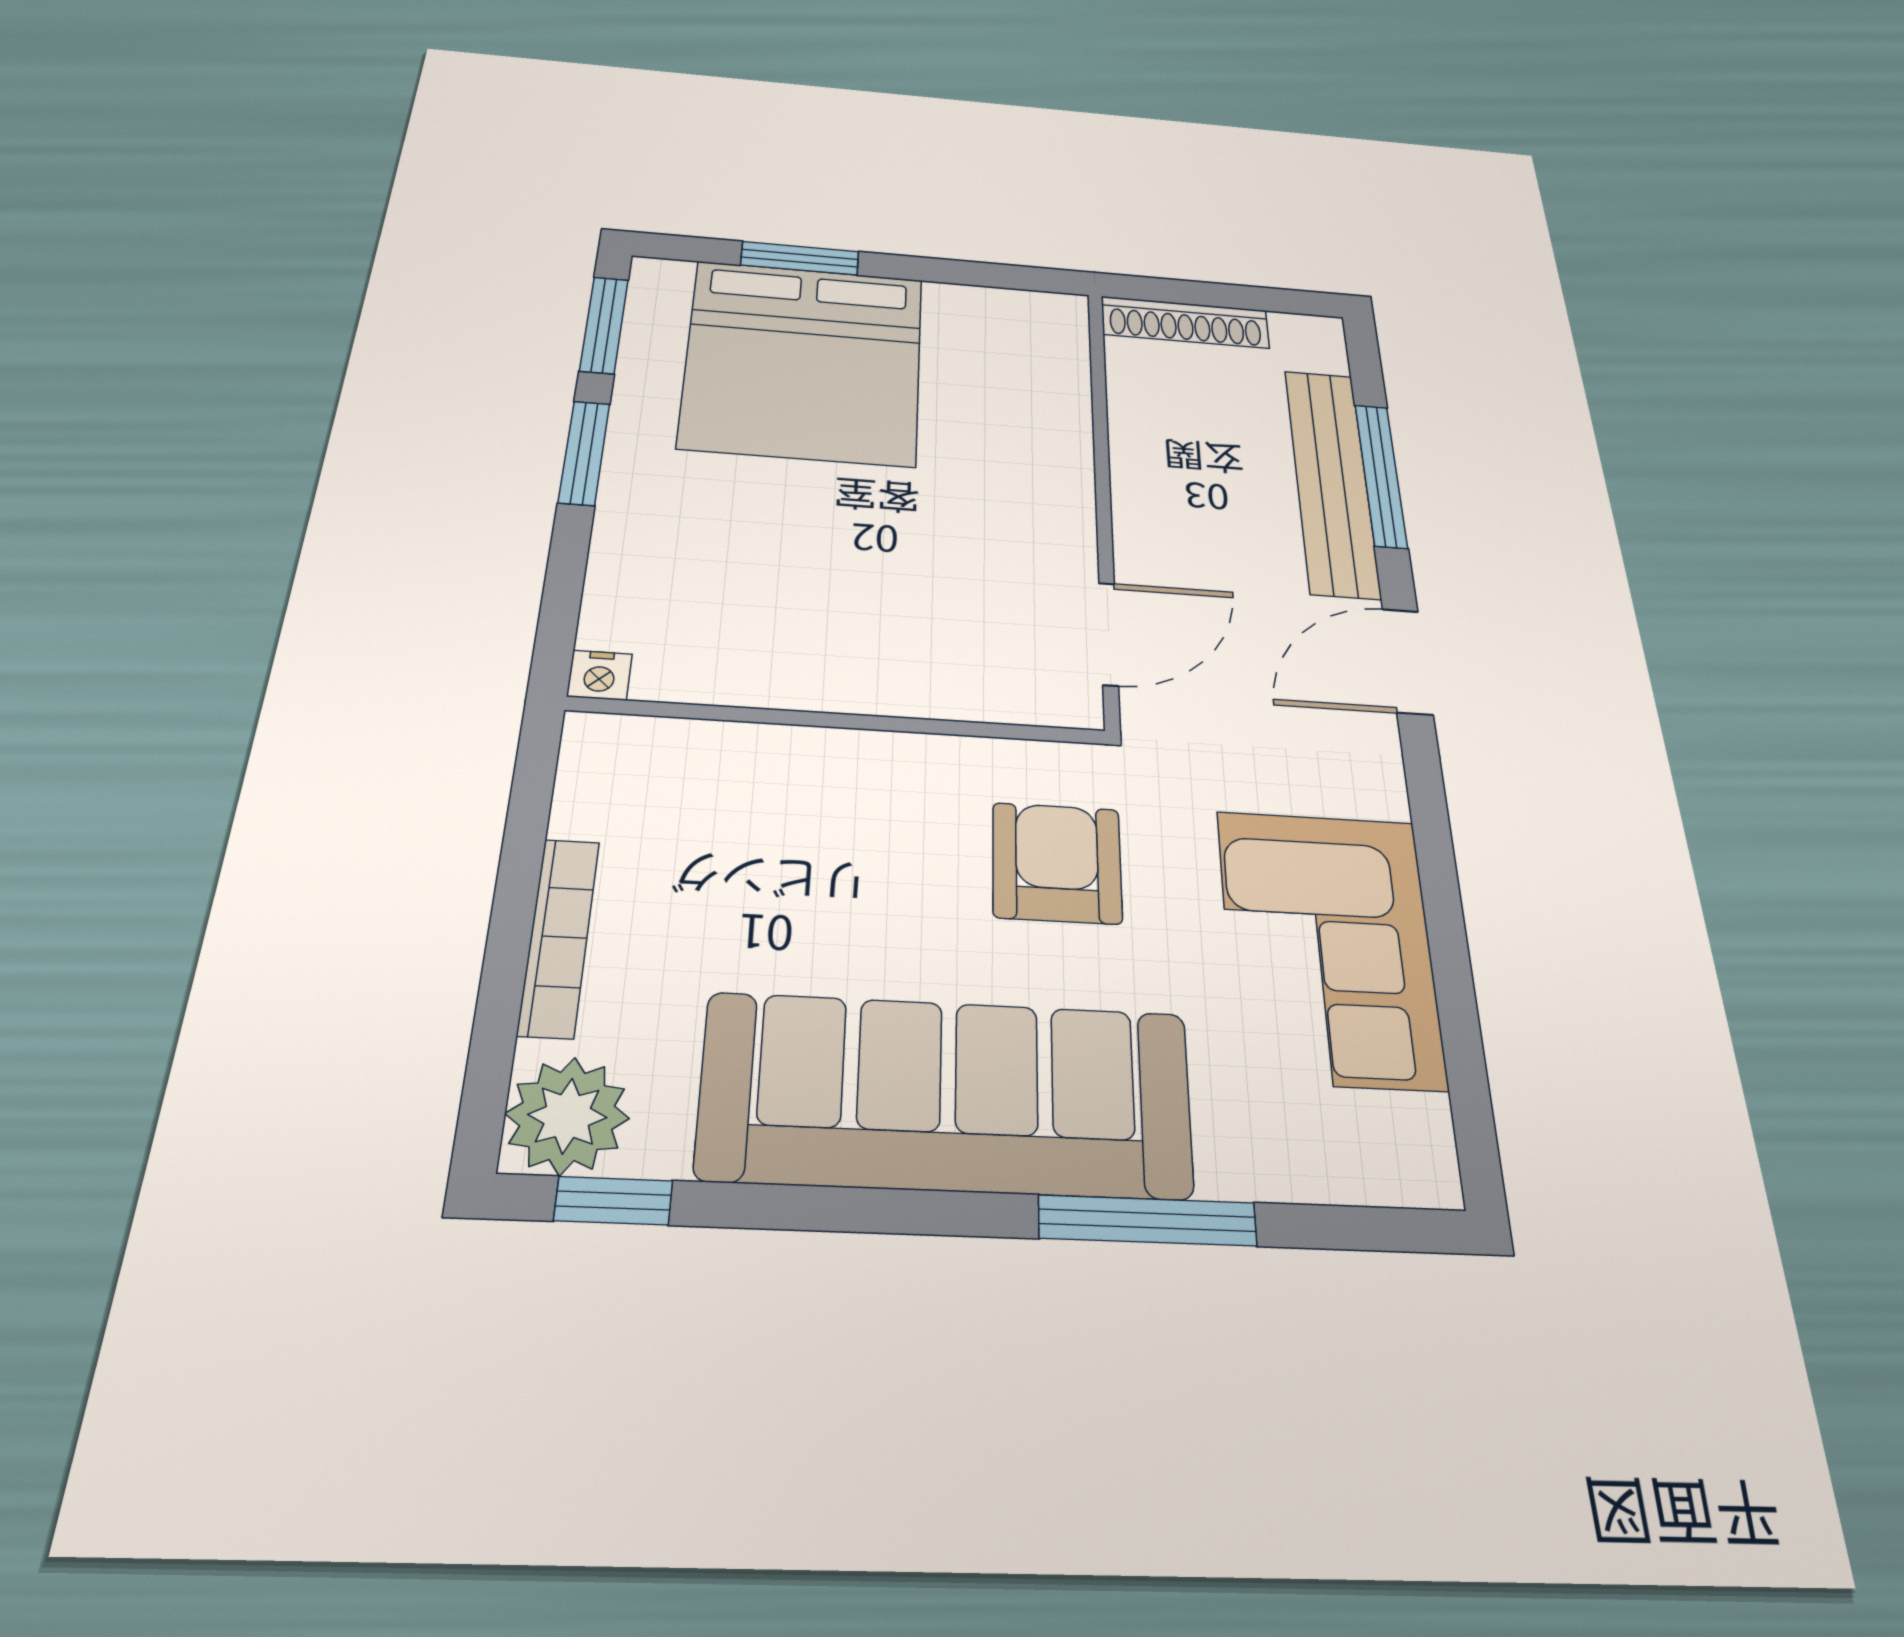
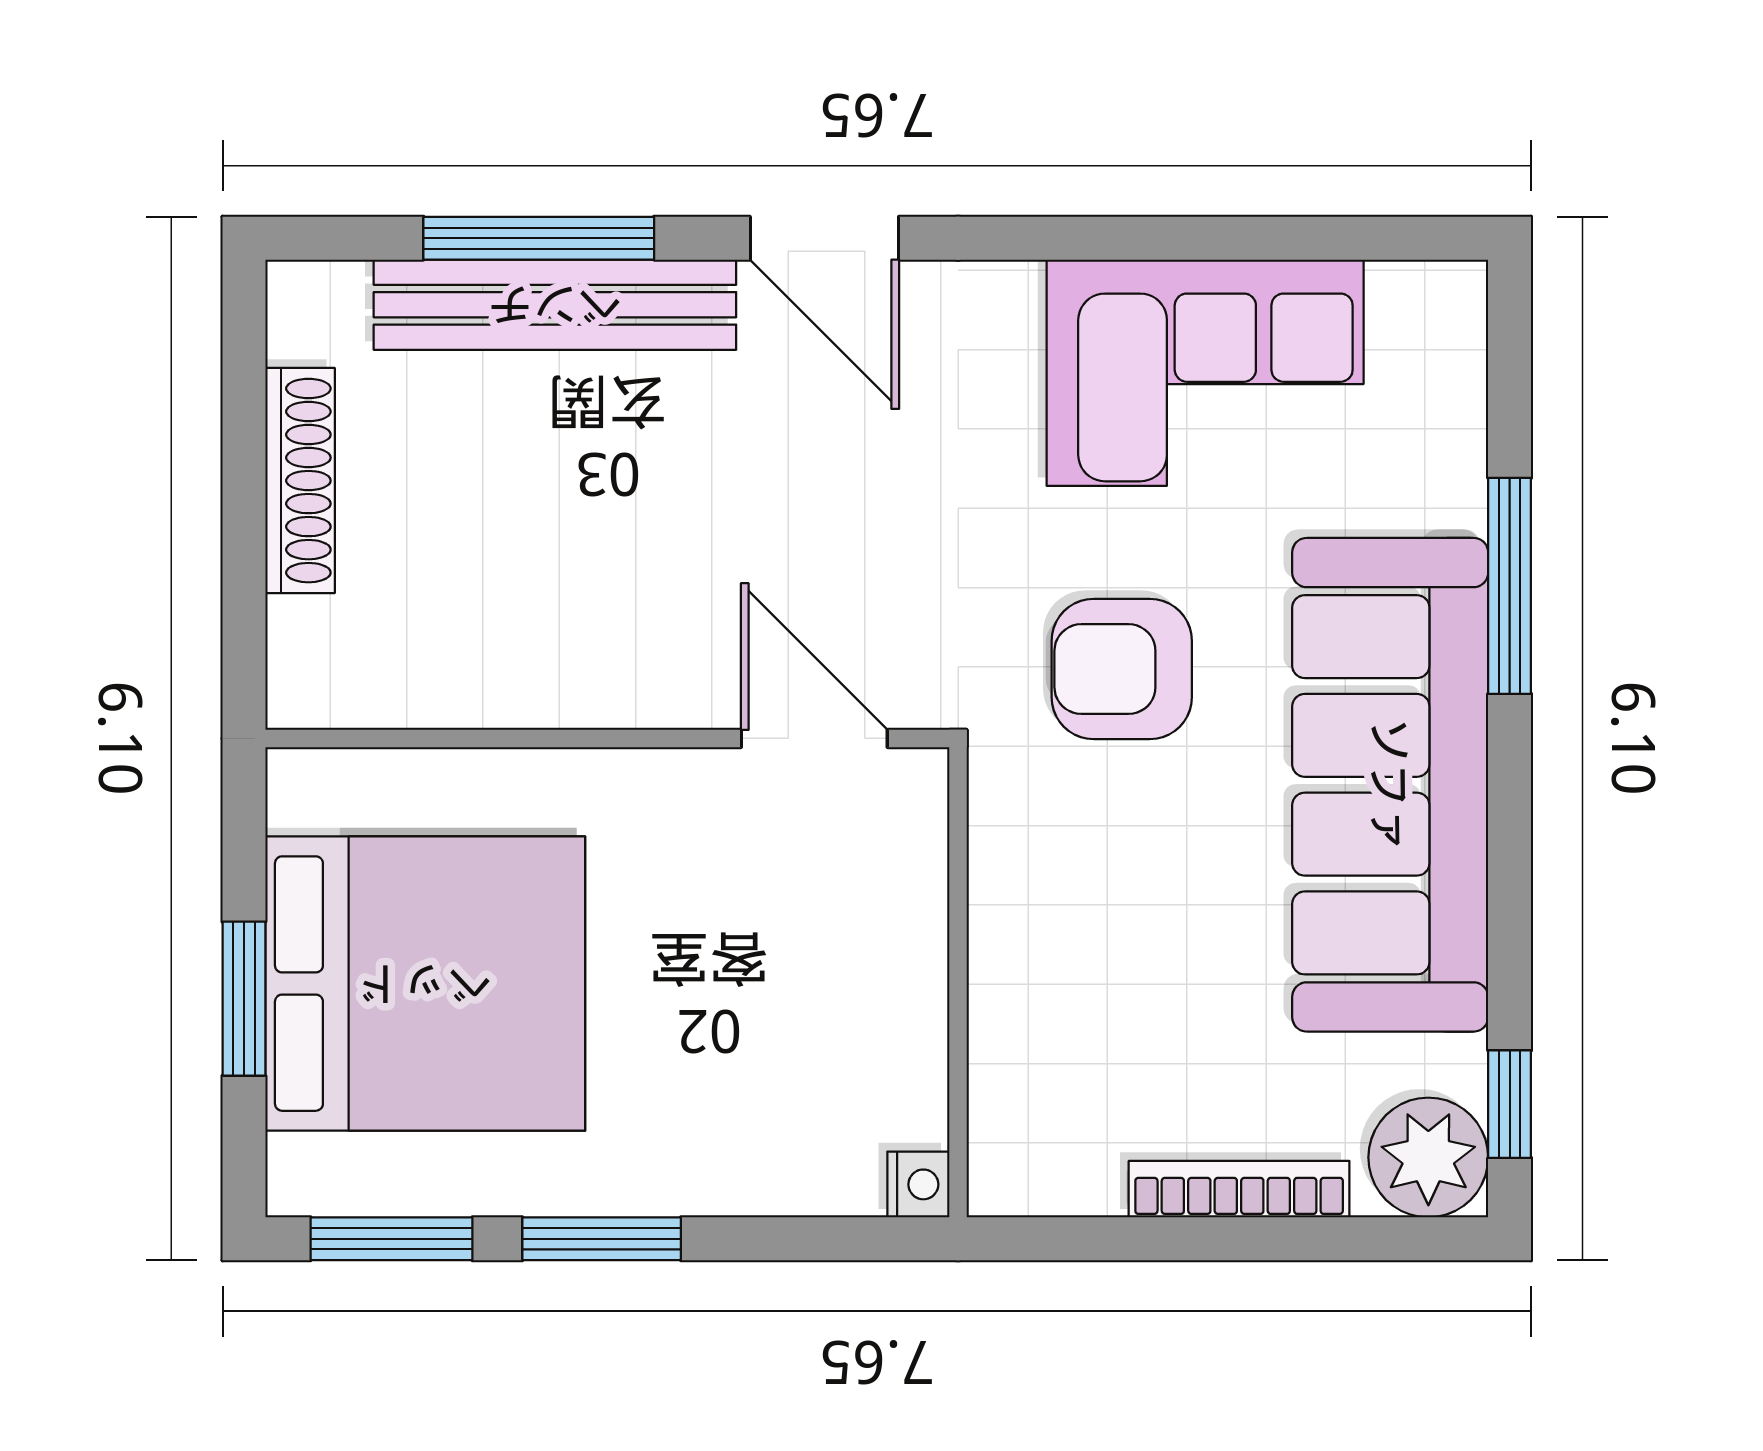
wall: (1103, 496) -> (607, 738), moved
door: (1109, 634) -> (814, 738), moved

